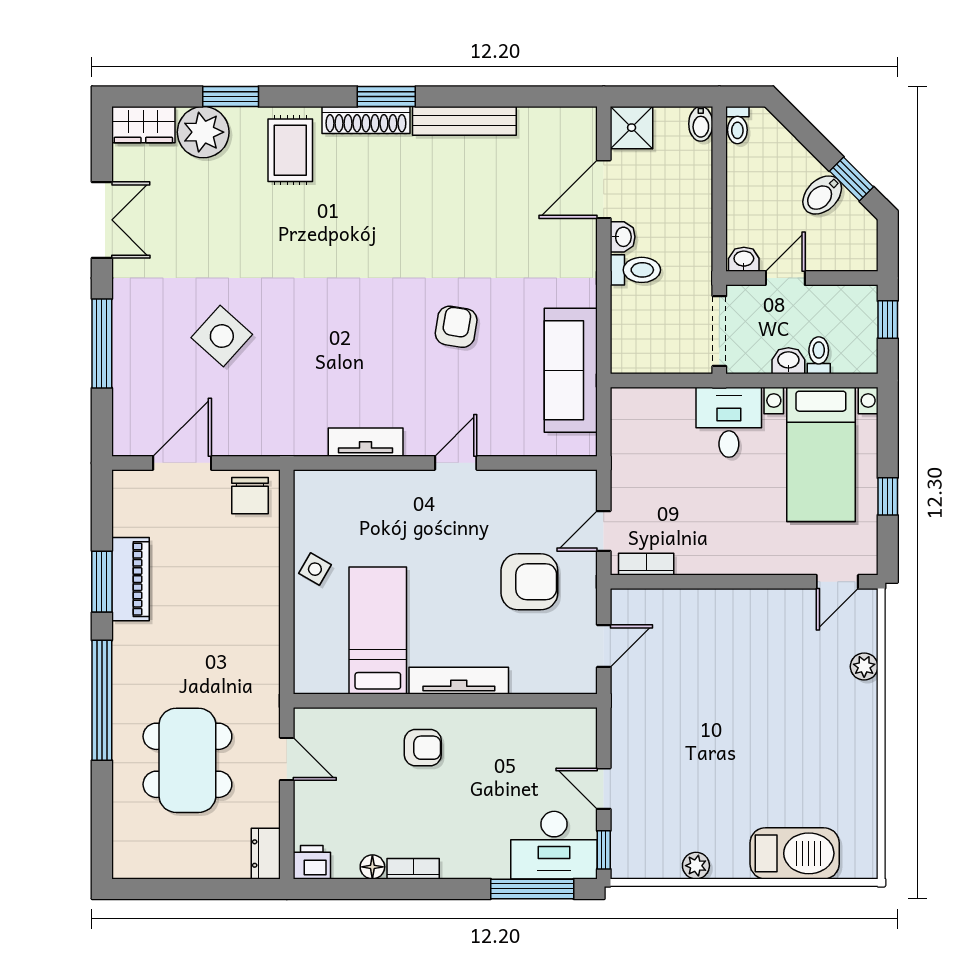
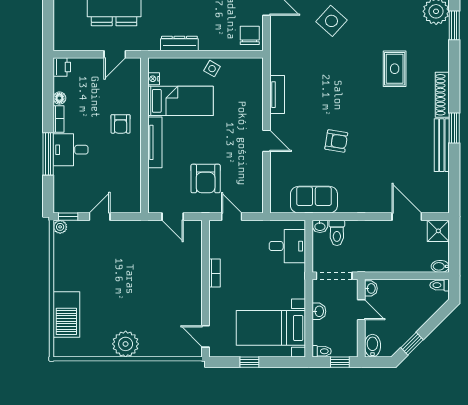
window: (386, 96) -> (454, 128), moved
rug: (290, 150) -> (395, 69), moved, turned 90
bidet: (822, 195) -> (372, 346), moved, turned 45
washbasin: (623, 237) -> (320, 226), moved
toilet: (635, 270) -> (337, 233), moved
toilet: (819, 355) -> (322, 351), moved
sofa: (571, 370) -> (314, 200), width x0.73
desk: (729, 422) -> (287, 246), moved
chair: (250, 496) -> (250, 35), turned 90
bookcase: (646, 564) -> (215, 273), moved
plant: (864, 667) -> (126, 344), moved, width x1.87, depth x1.87
nightstand: (335, 683) -> (154, 79), added
desk: (554, 845) -> (71, 150), moved, width x0.73
dresser: (266, 854) -> (179, 43), moved, width x1.44
plant: (696, 866) -> (60, 227), moved
window: (532, 889) -> (48, 154), moved

